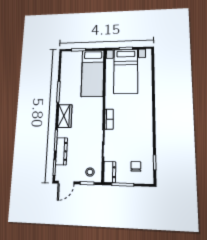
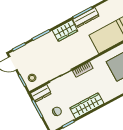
wardrobe: (146, 134) -> (87, 106), added
dresser: (62, 151) -> (86, 18), moved

